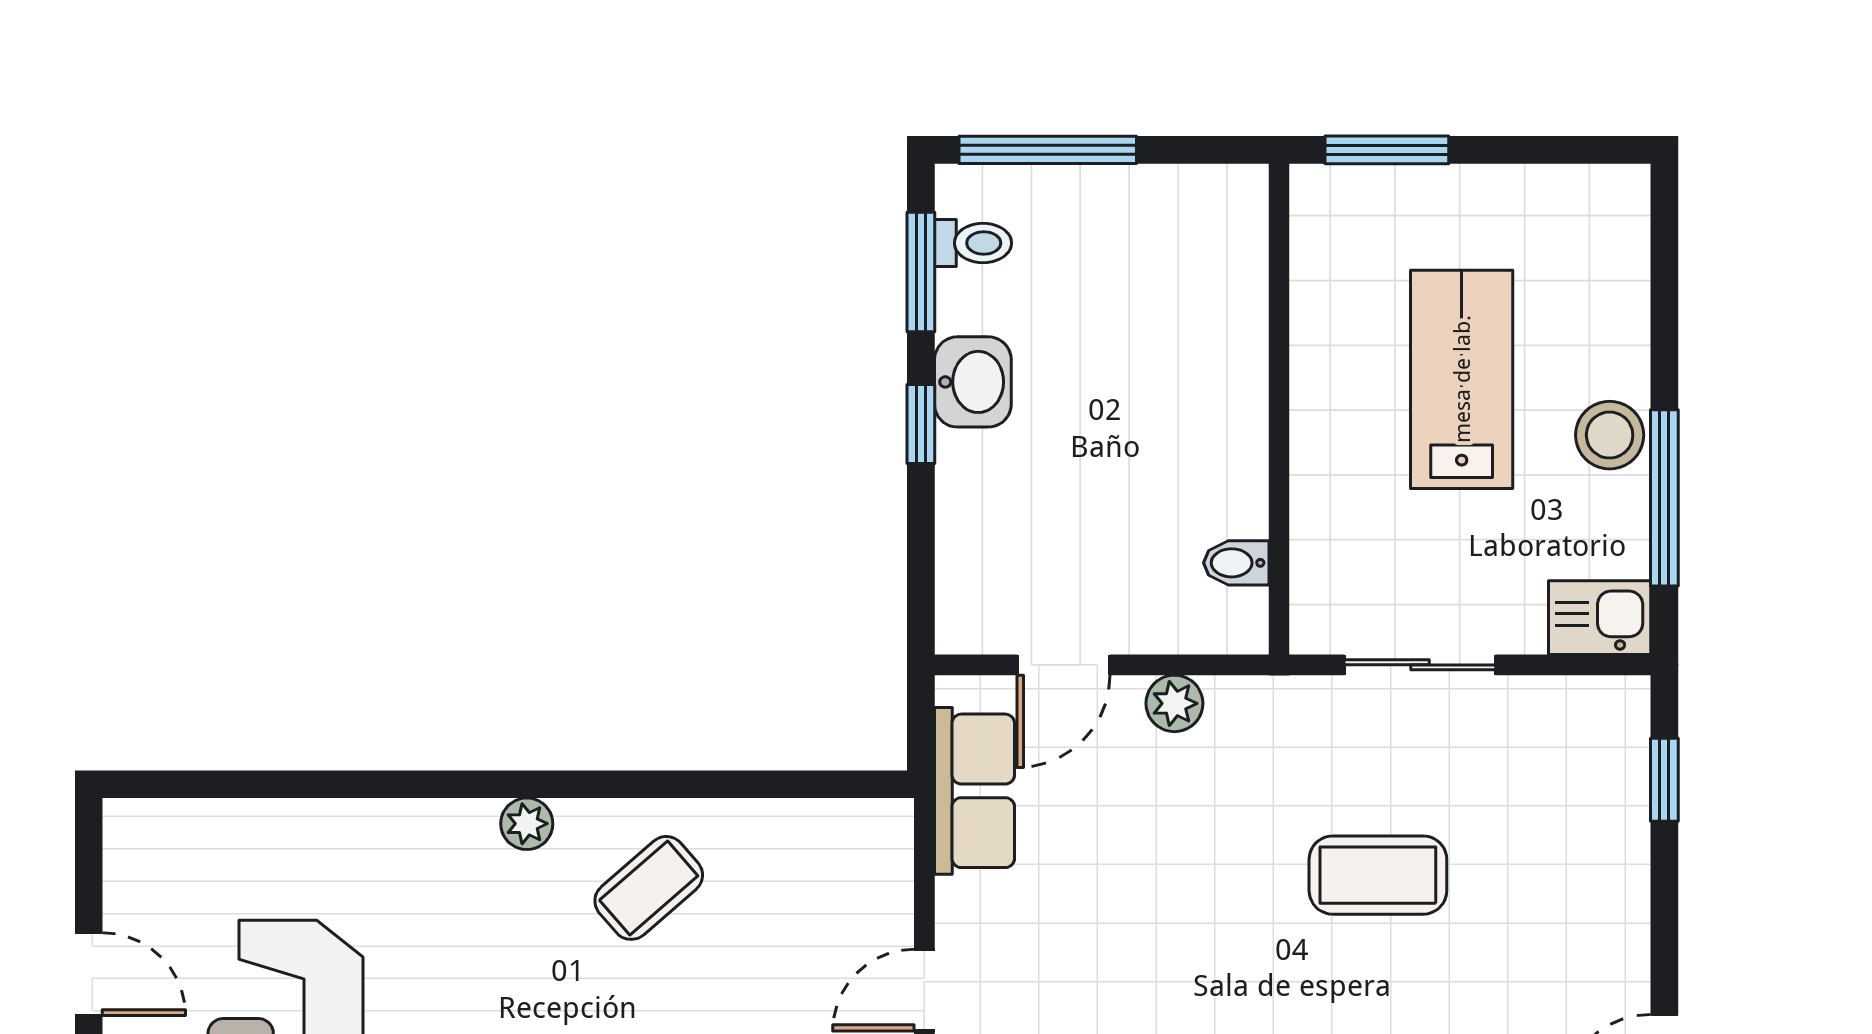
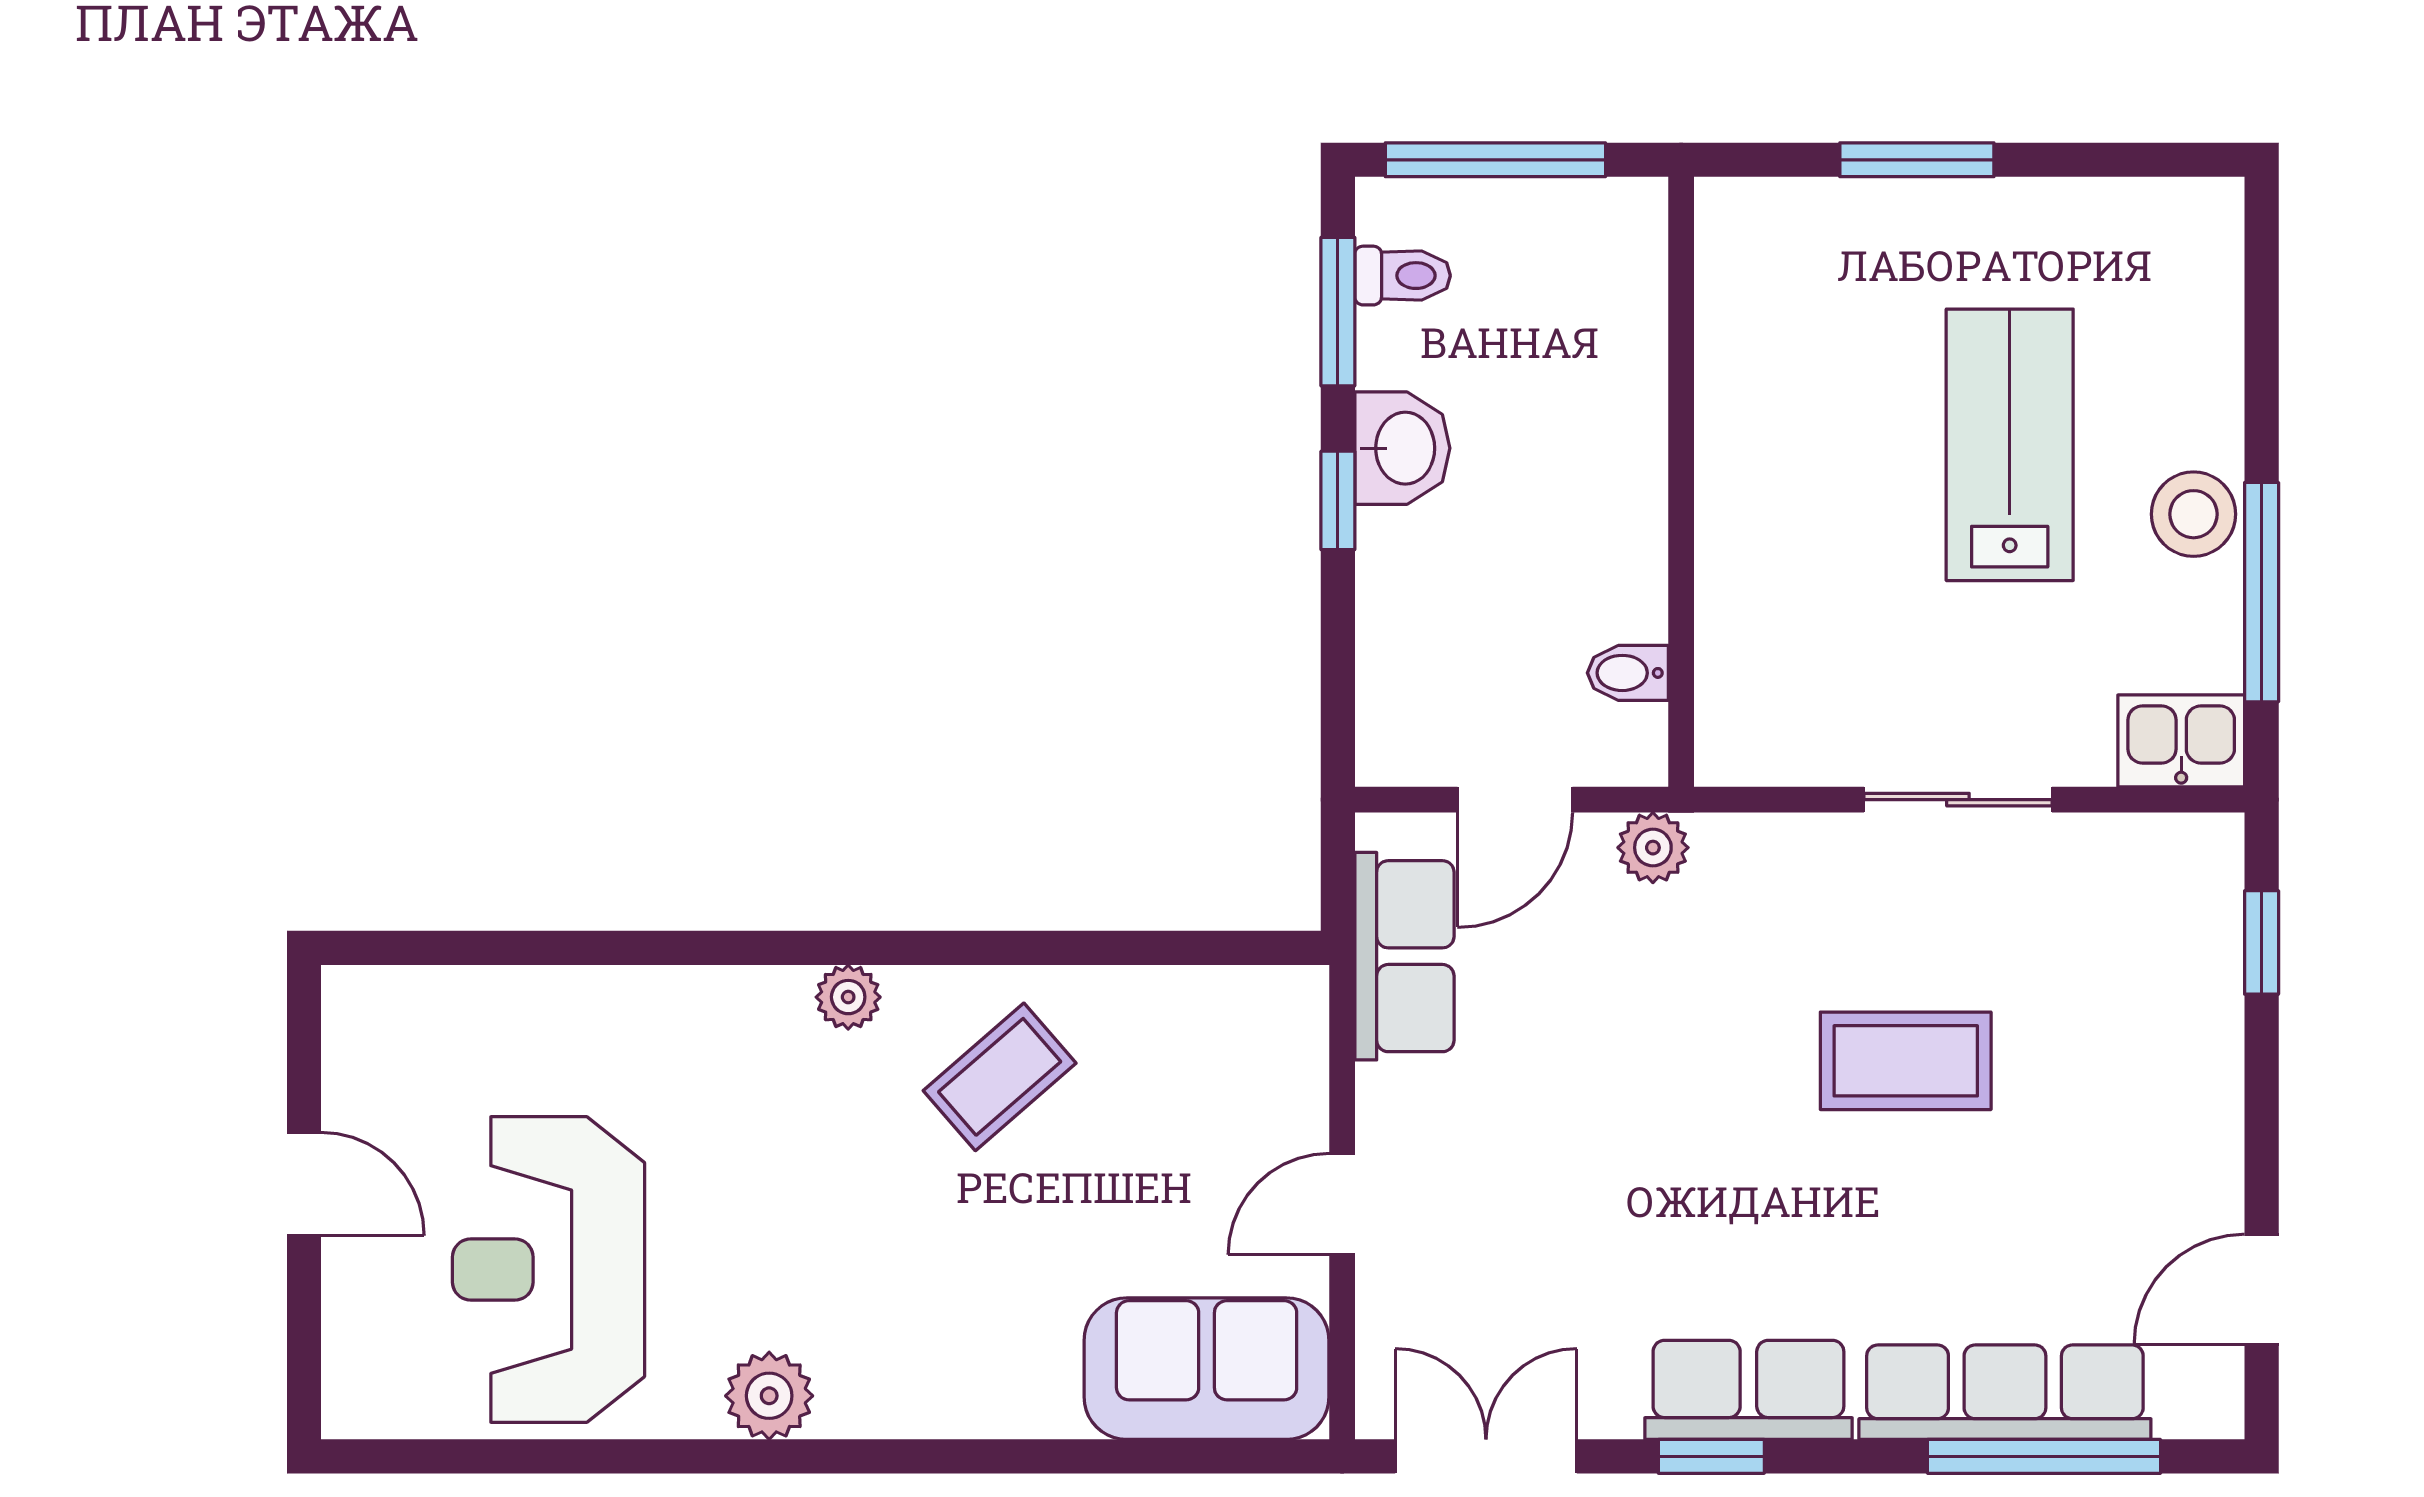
wall: (1279, 409) -> (1681, 482), moved
bidet: (1236, 563) -> (1628, 673), moved

